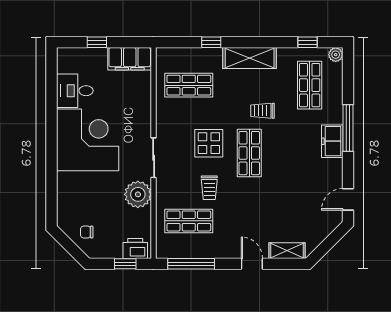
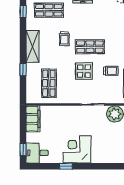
window: (97, 42) -> (23, 149), moved
desk: (75, 91) -> (37, 153), moved, turned 90
window: (51, 113) -> (66, 166), added
corner desk: (88, 140) -> (77, 149), width x0.74, depth x0.74

